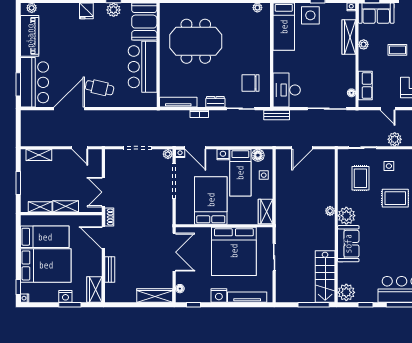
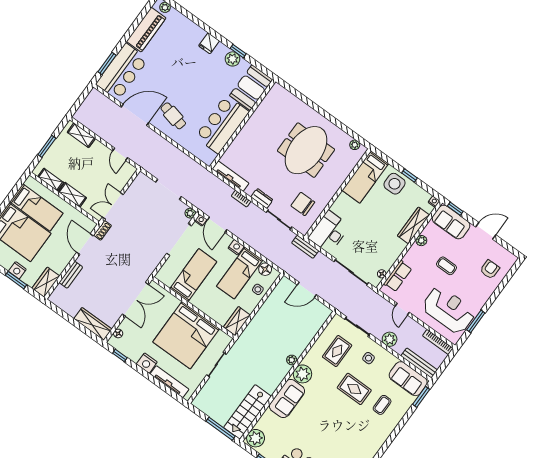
meeting table: (196, 41) -> (306, 150), moved, turned 90
bed: (211, 200) -> (193, 275), width x0.67

